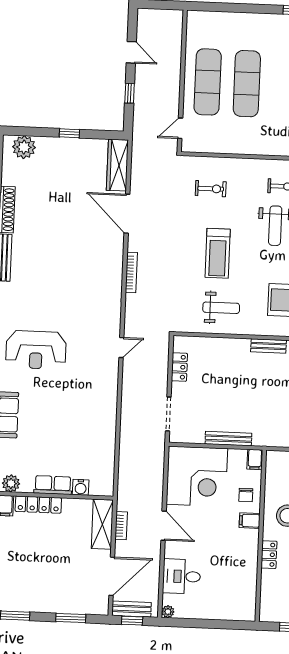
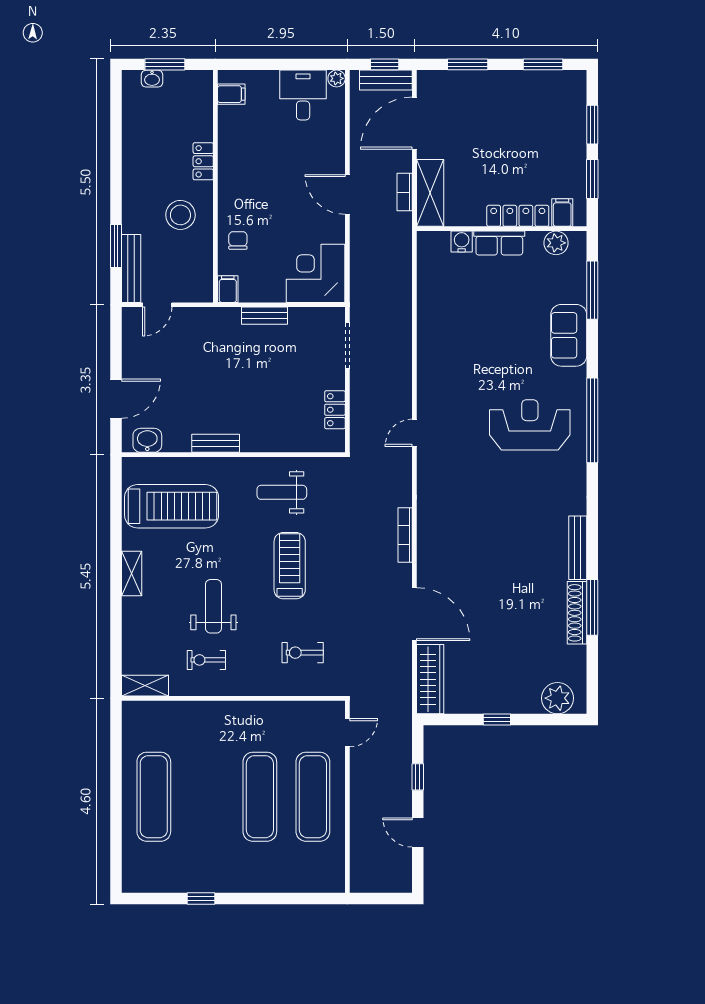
bench: (228, 439) -> (265, 316), width x0.73
corner desk: (197, 476) -> (315, 273), width x0.74, depth x0.74
filing cabinet: (250, 521) -> (231, 94), moved
desk: (182, 576) -> (303, 95), moved, turned -90

